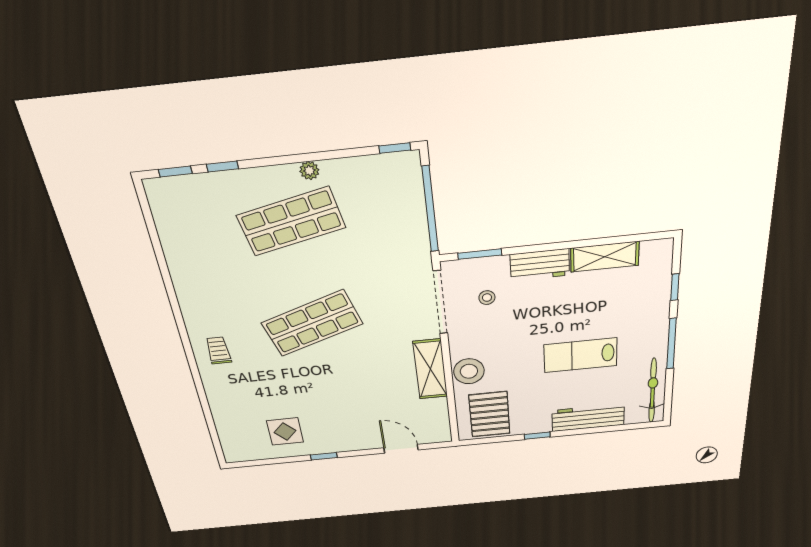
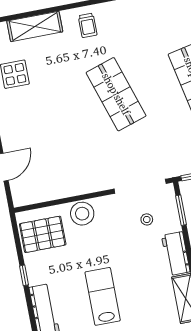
trolley: (218, 350) -> (88, 25), turned 90
shelving: (430, 369) -> (35, 26), moved

